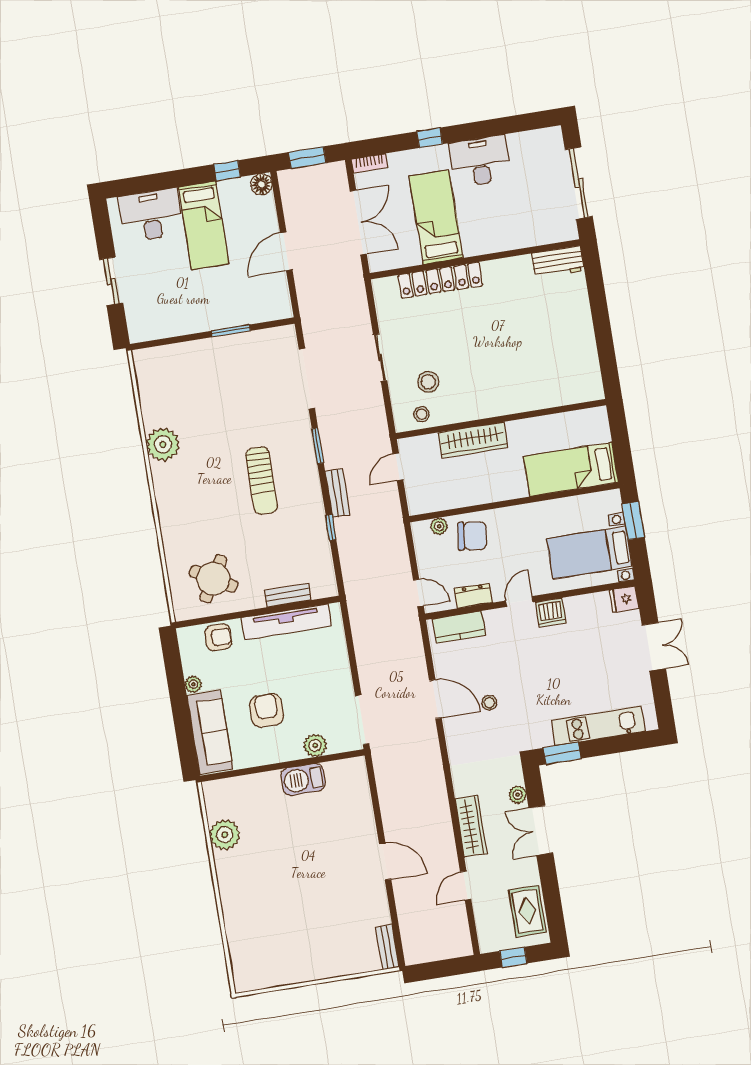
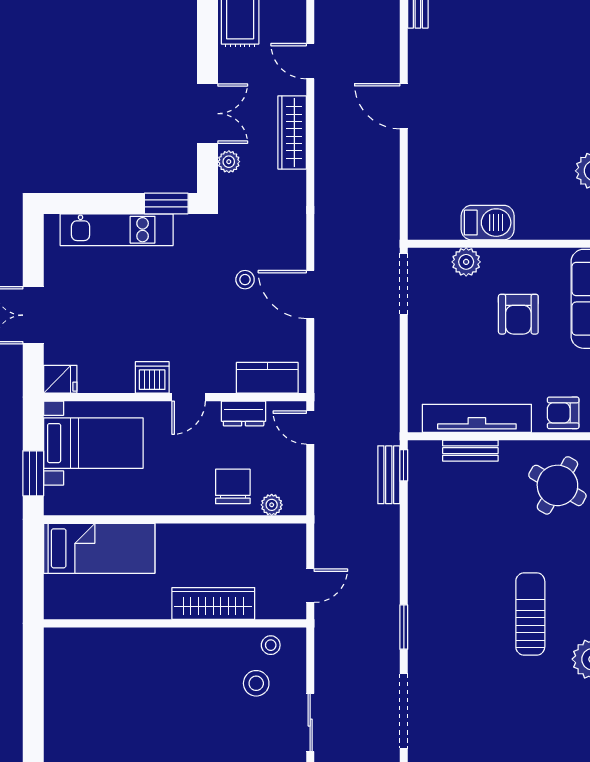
sun lounger: (261, 481) -> (530, 614), moved
bench: (338, 493) -> (389, 475), moved
window: (331, 527) -> (404, 465), moved
chair: (472, 536) -> (233, 486), turned 82
door: (466, 885) -> (310, 61), swing flipped

